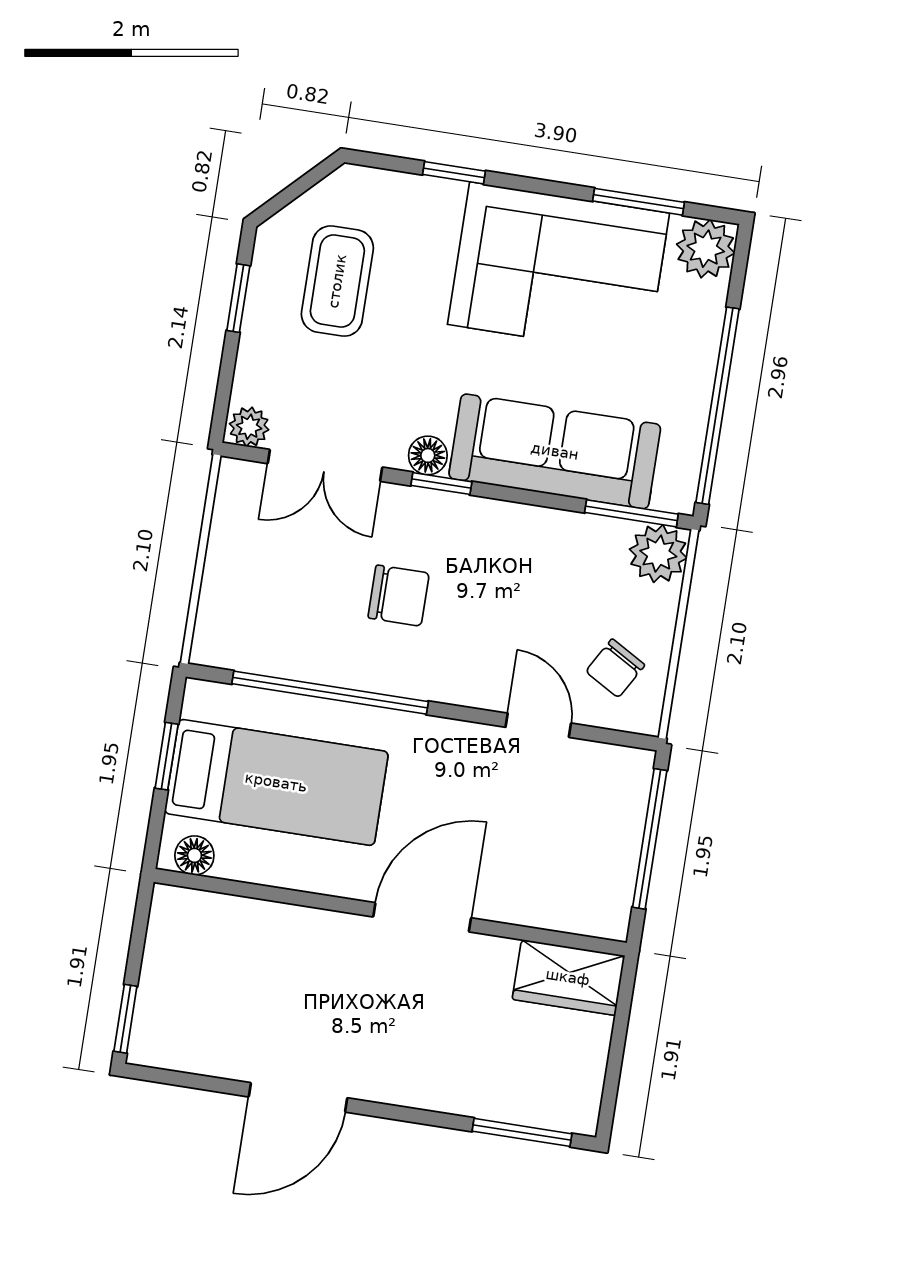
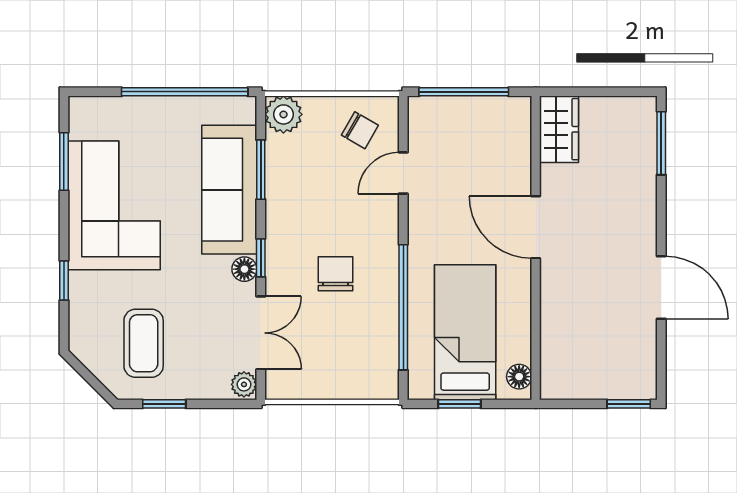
plant: (706, 249) -> (87, 115), removed
coffee table: (337, 281) -> (144, 343), turned 90
window: (631, 513) -> (261, 170), moved

